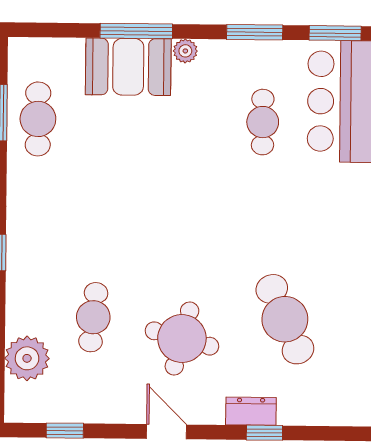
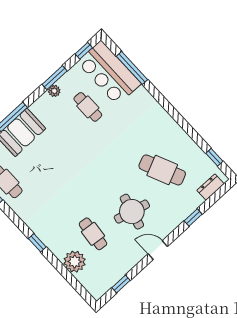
window: (335, 33) -> (84, 51), width x0.67
plant: (185, 51) -> (54, 91), moved
plant: (27, 358) -> (75, 262), moved
dresser: (251, 411) -> (211, 187), moved

